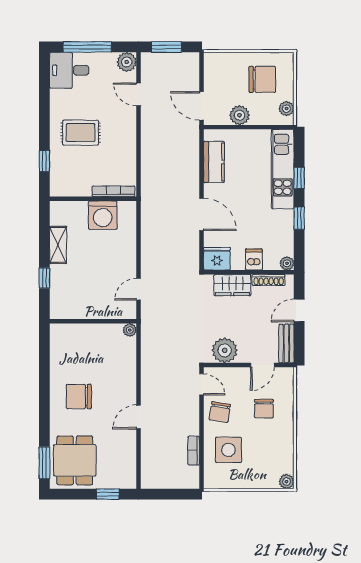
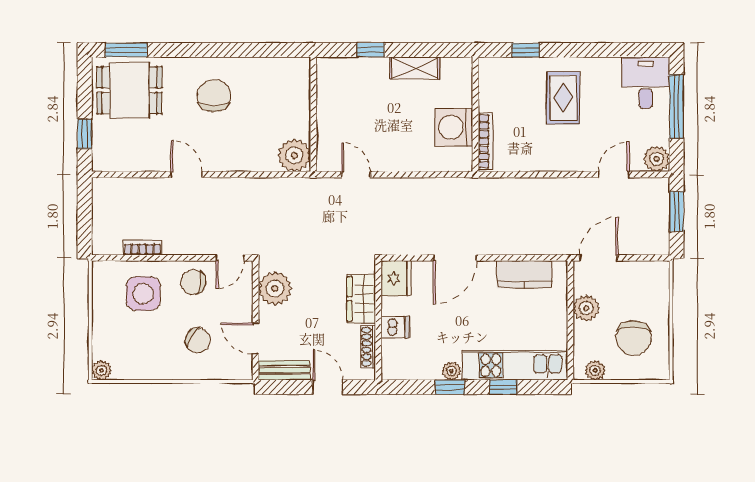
plant: (287, 263) -> (451, 371), moved
plant: (130, 330) -> (294, 155), width x1.87, depth x1.87
chair: (264, 409) -> (198, 340), turned -147

